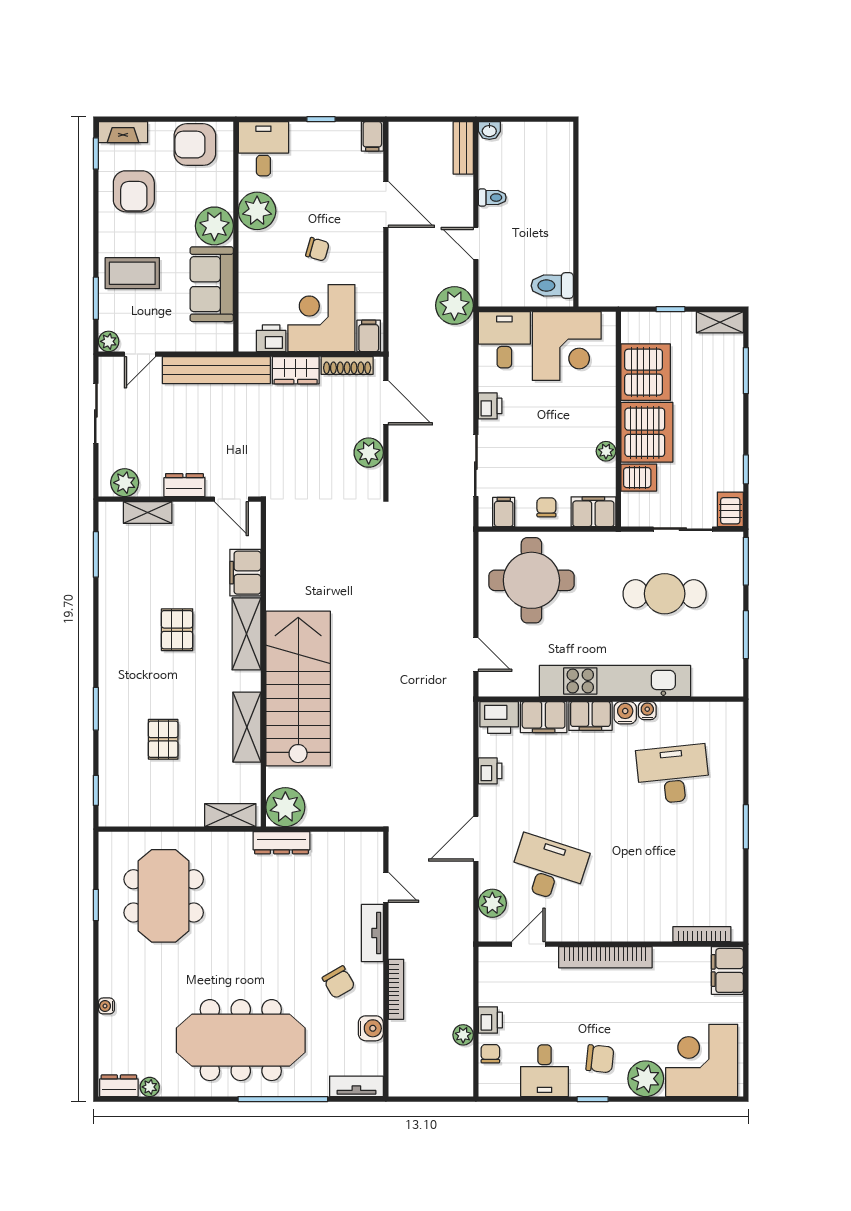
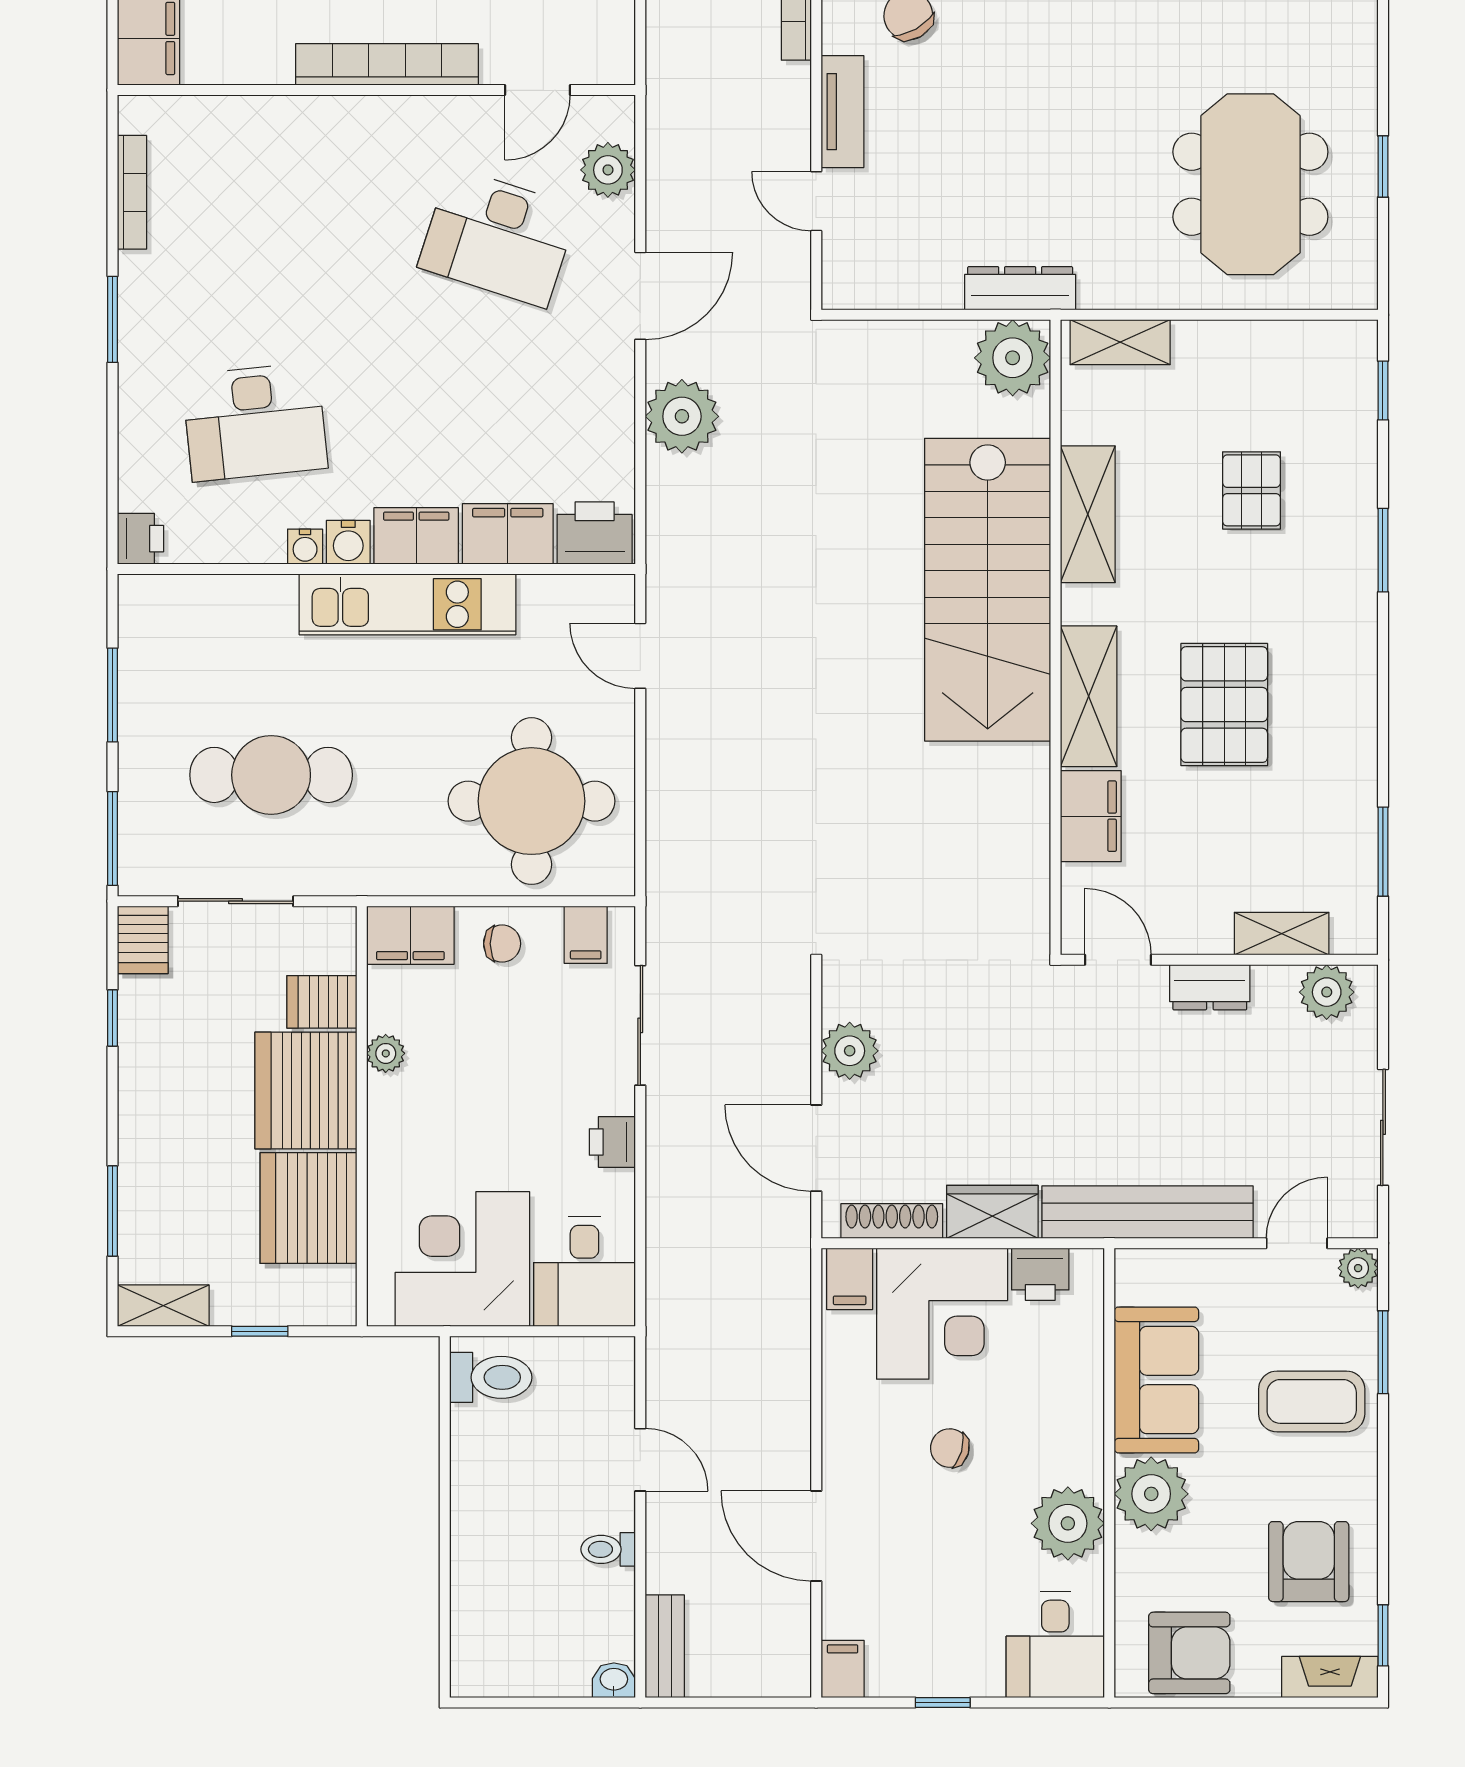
plant: (454, 305) -> (682, 416), moved
chair: (546, 507) -> (502, 944), turned -90
pallet: (177, 630) -> (1224, 705), width x1.50, depth x1.42
kitchen unit: (615, 681) -> (407, 604), width x0.73
printer: (490, 771) -> (140, 539), moved, turned 180
bookcase: (702, 934) -> (132, 192), moved, turned -90

